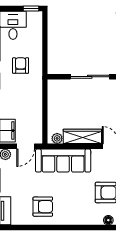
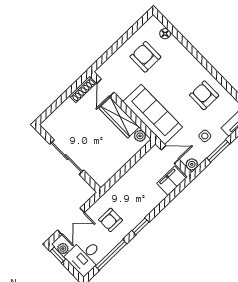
plant: (32, 16) -> (63, 249), added
double door: (45, 39) -> (71, 221), added
side table: (16, 181) -> (205, 136), added

